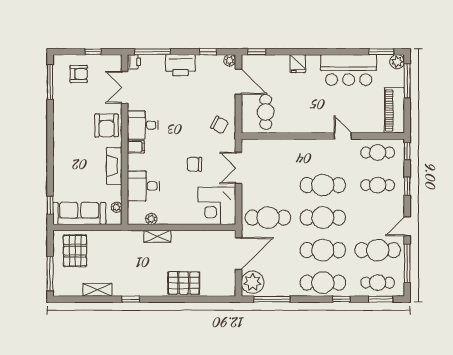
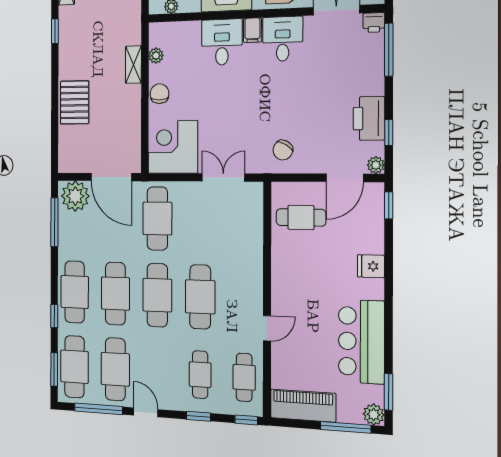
printer: (181, 65) -> (369, 118), moved
chair: (194, 164) -> (159, 94), moved
desk: (143, 186) -> (222, 42), moved
cafe table: (378, 283) -> (74, 367), width x1.37, depth x1.35

